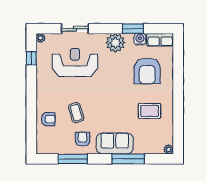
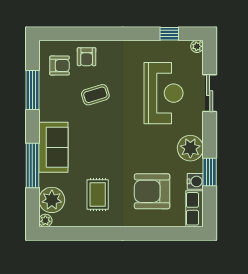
armchair: (82, 139) -> (60, 66), moved
plant: (153, 145) -> (52, 200), added

